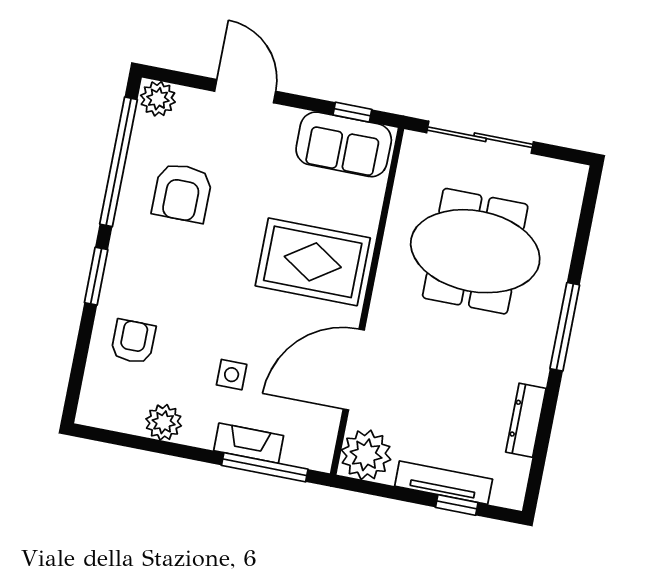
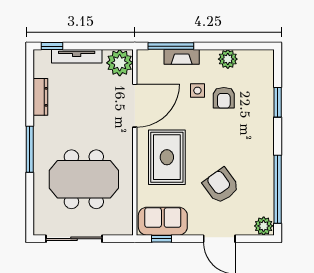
sliding door: (480, 137) -> (74, 239), moved
armchair: (182, 193) -> (221, 186), moved, turned -36
rug: (313, 262) -> (167, 157), turned 90
window: (96, 276) -> (278, 102), moved
armchair: (133, 342) -> (224, 98), moved
window: (457, 505) -> (52, 46), moved

